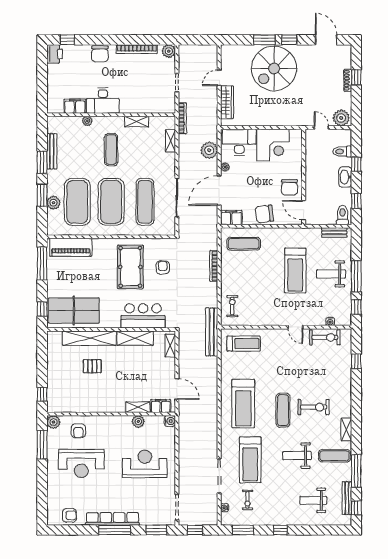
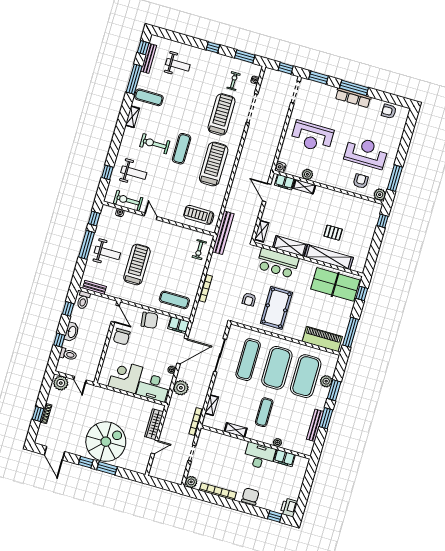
chair: (289, 187) -> (122, 337), turned 180
weight bench: (297, 456) -> (134, 173), moved
row of seats: (113, 519) -> (353, 98), width x0.73

